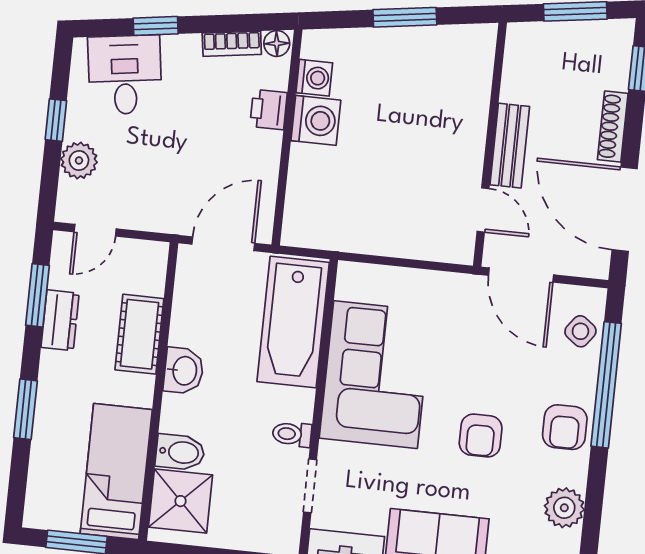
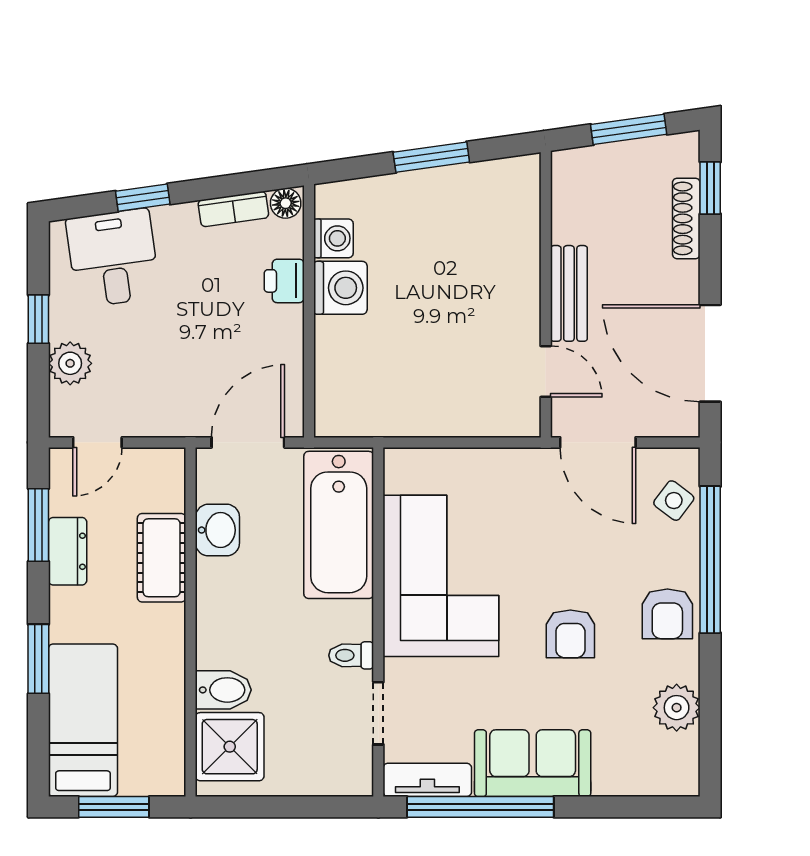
shoe rack: (613, 127) -> (686, 218), moved
washbasin: (184, 371) -> (217, 530), moved
bed: (116, 472) -> (83, 720), moved

